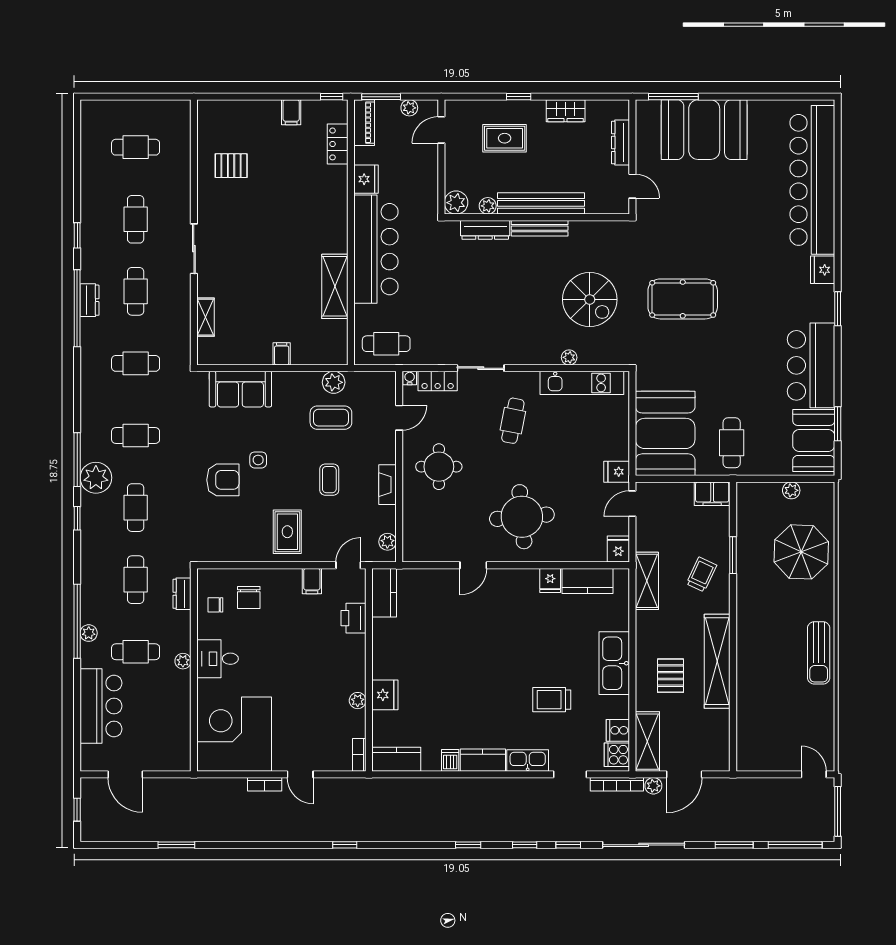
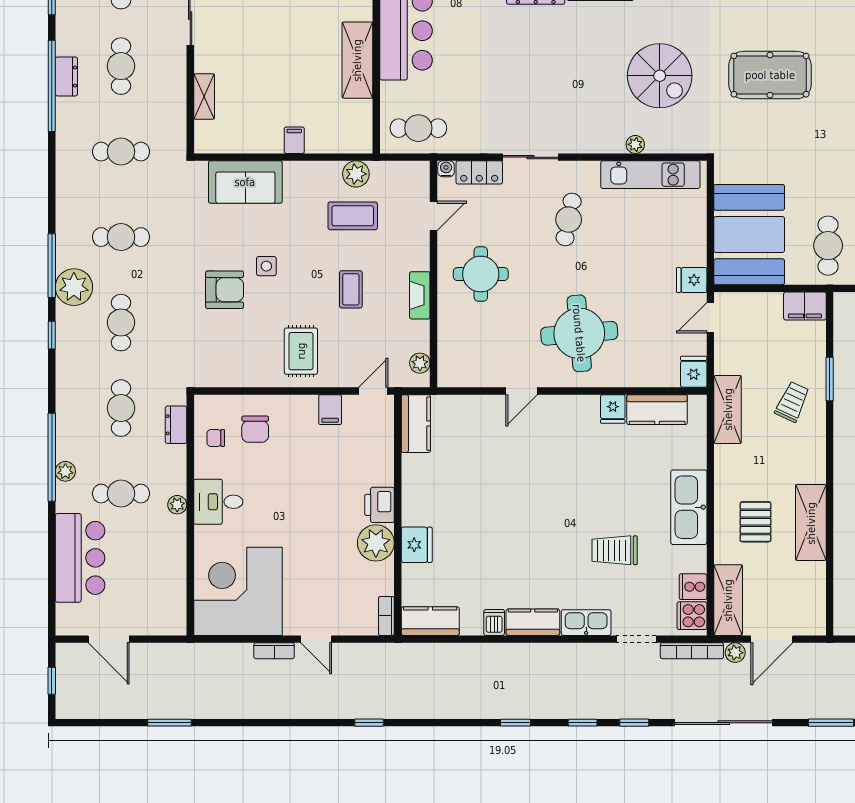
printer: (354, 618) -> (380, 505), moved
shelving: (717, 661) -> (811, 523), width x0.68
plant: (358, 701) -> (376, 543), width x1.88, depth x1.88

